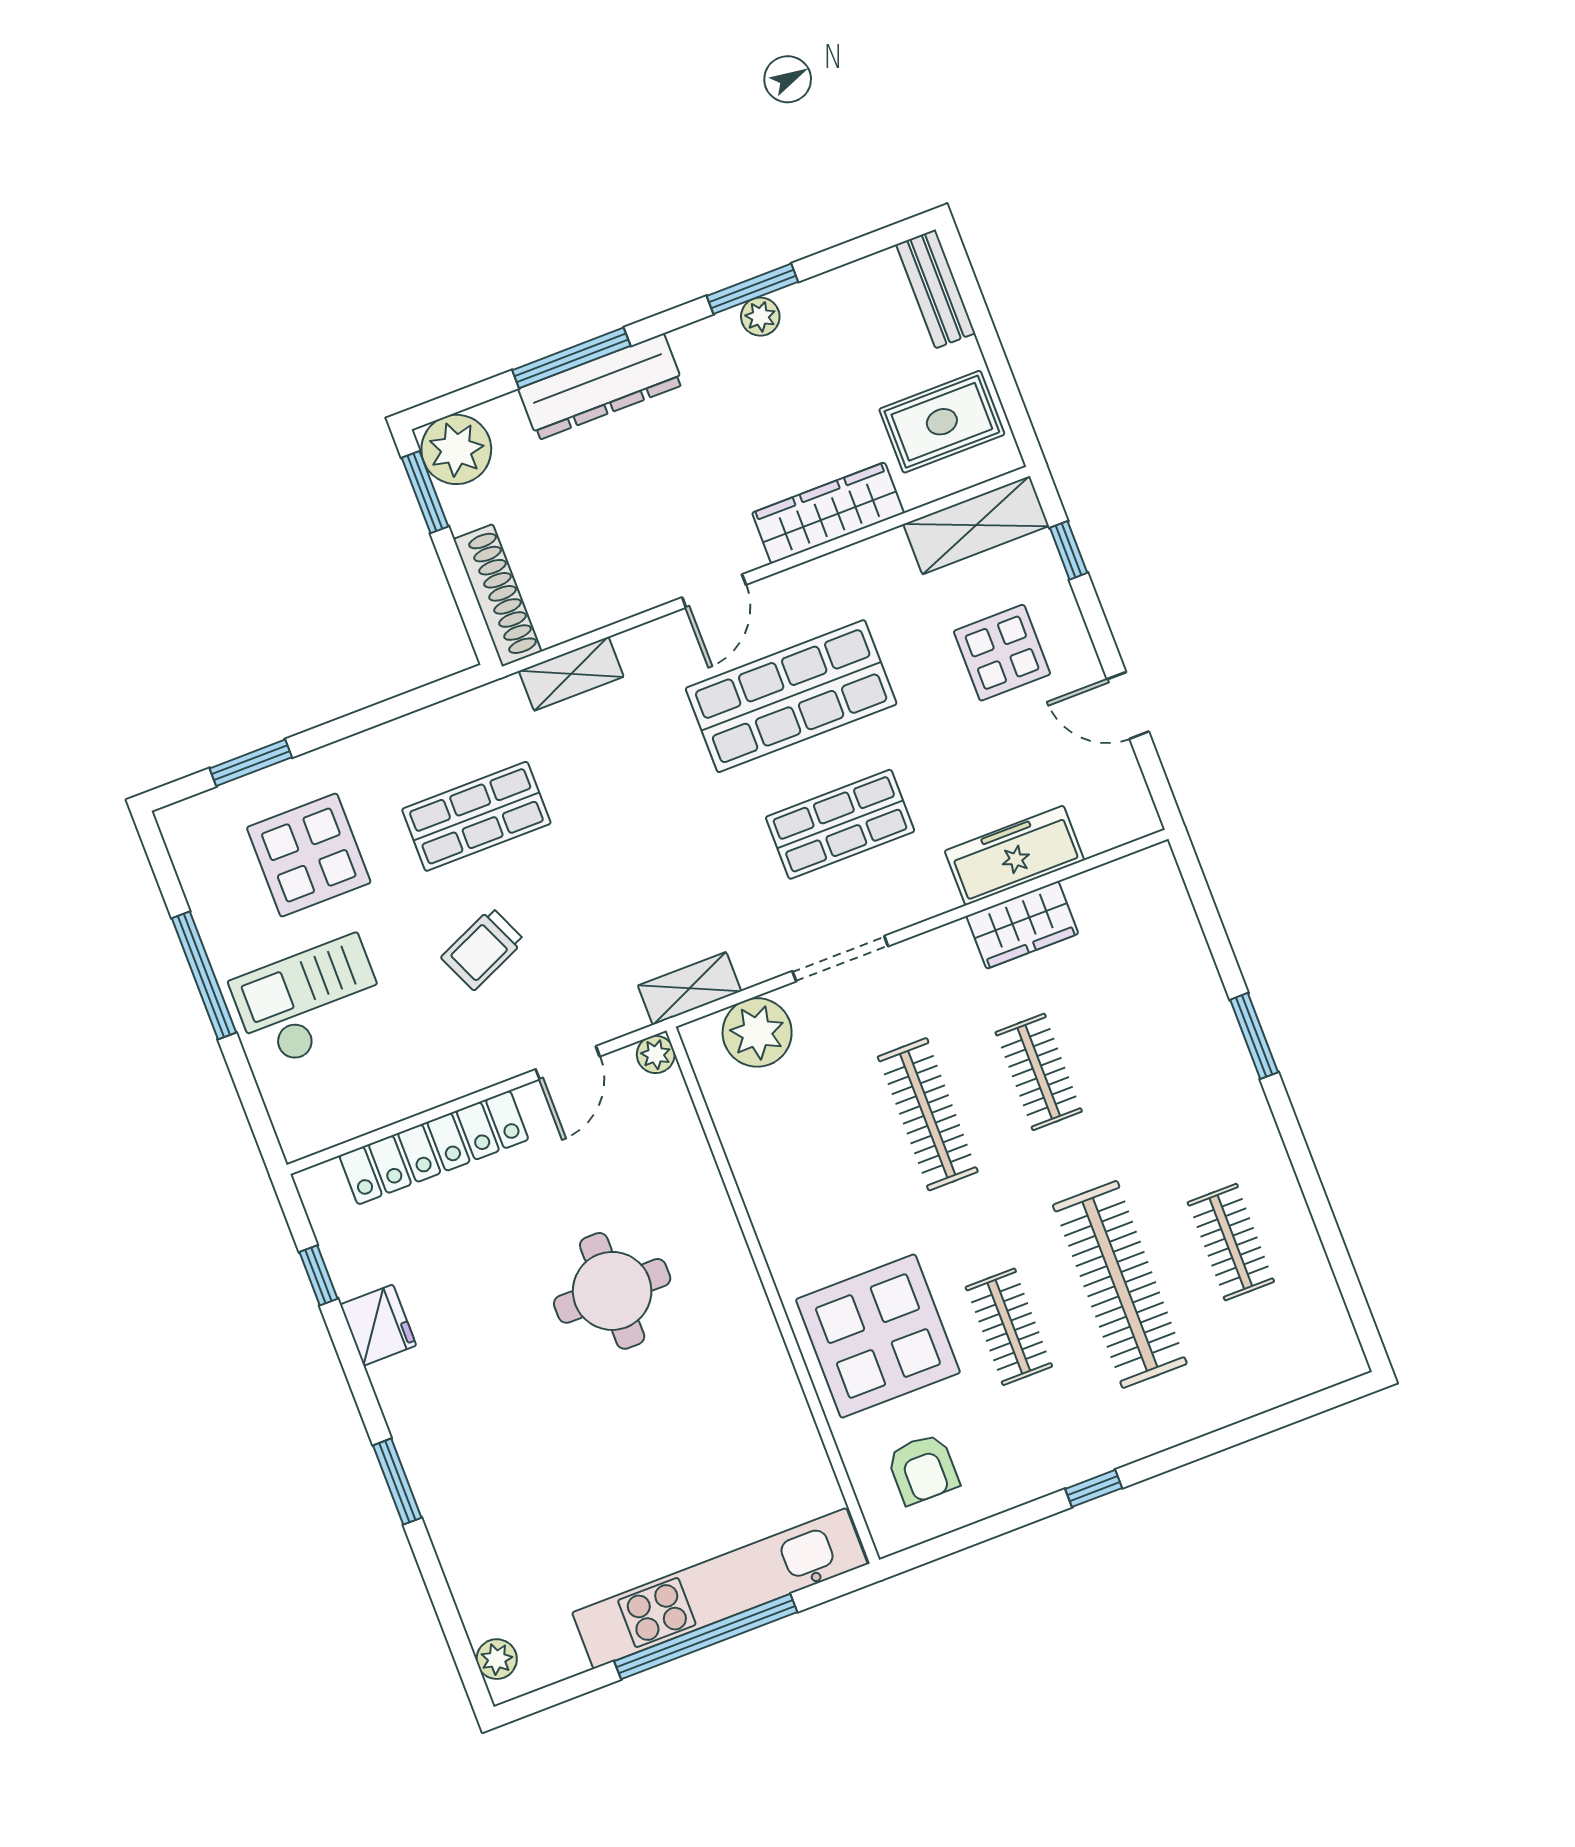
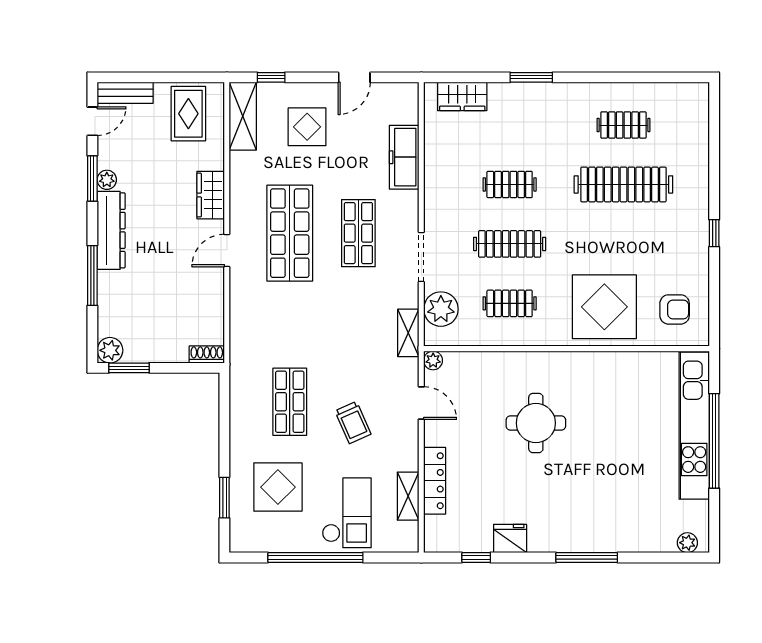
door: (859, 248) -> (92, 121), added
dresser: (601, 387) -> (111, 230), moved
plant: (456, 449) -> (110, 350), width x0.73, depth x0.73
wardrobe: (828, 513) -> (211, 195), width x0.67
door: (714, 591) -> (227, 250), swing flipped
shoe rack: (497, 595) -> (207, 354), width x0.51, depth x0.81
shelving: (571, 674) -> (408, 496), moved
wardrobe: (1022, 925) -> (462, 96), moved, turned 90
window: (204, 975) -> (315, 557), width x1.46
checkout: (310, 1002) -> (347, 513), turned 180
locker: (434, 1148) -> (435, 481), width x0.71, depth x0.83
clothes rail: (1009, 1327) -> (510, 303), moved
window: (397, 1482) -> (587, 557), width x1.44

